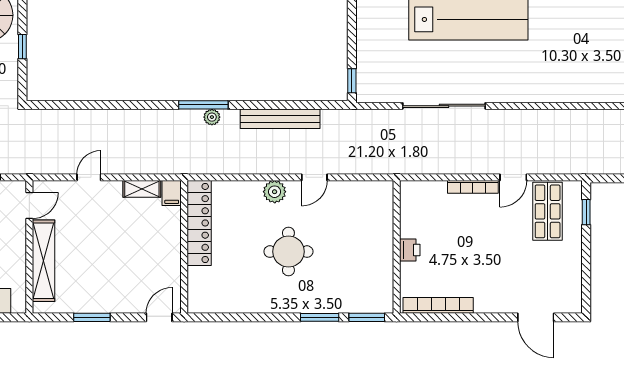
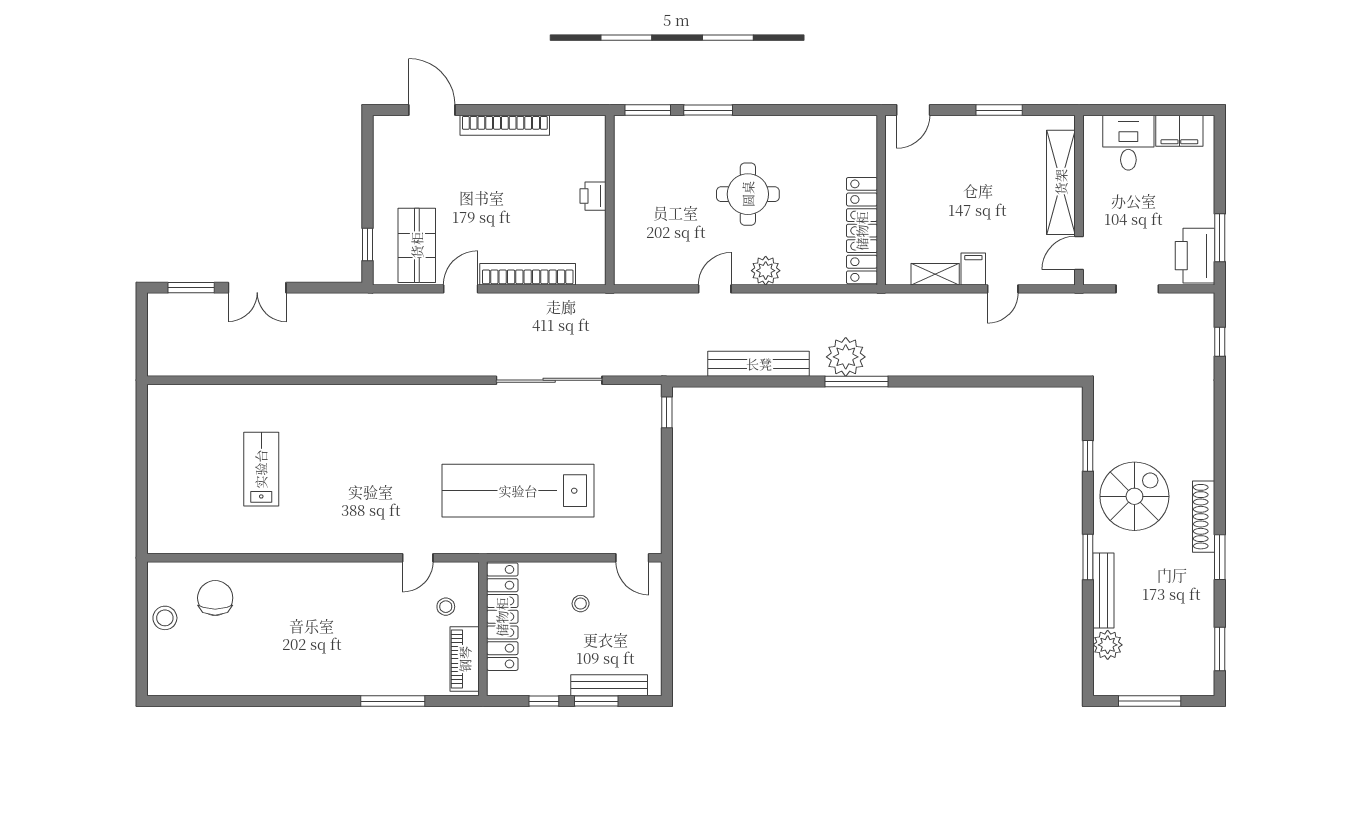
plant: (212, 117) -> (846, 357), width x1.87, depth x1.87
bookcase: (473, 187) -> (528, 274), width x1.48, depth x1.31
filing cabinet: (172, 193) -> (973, 269), moved
bookcase: (438, 305) -> (505, 125), moved

